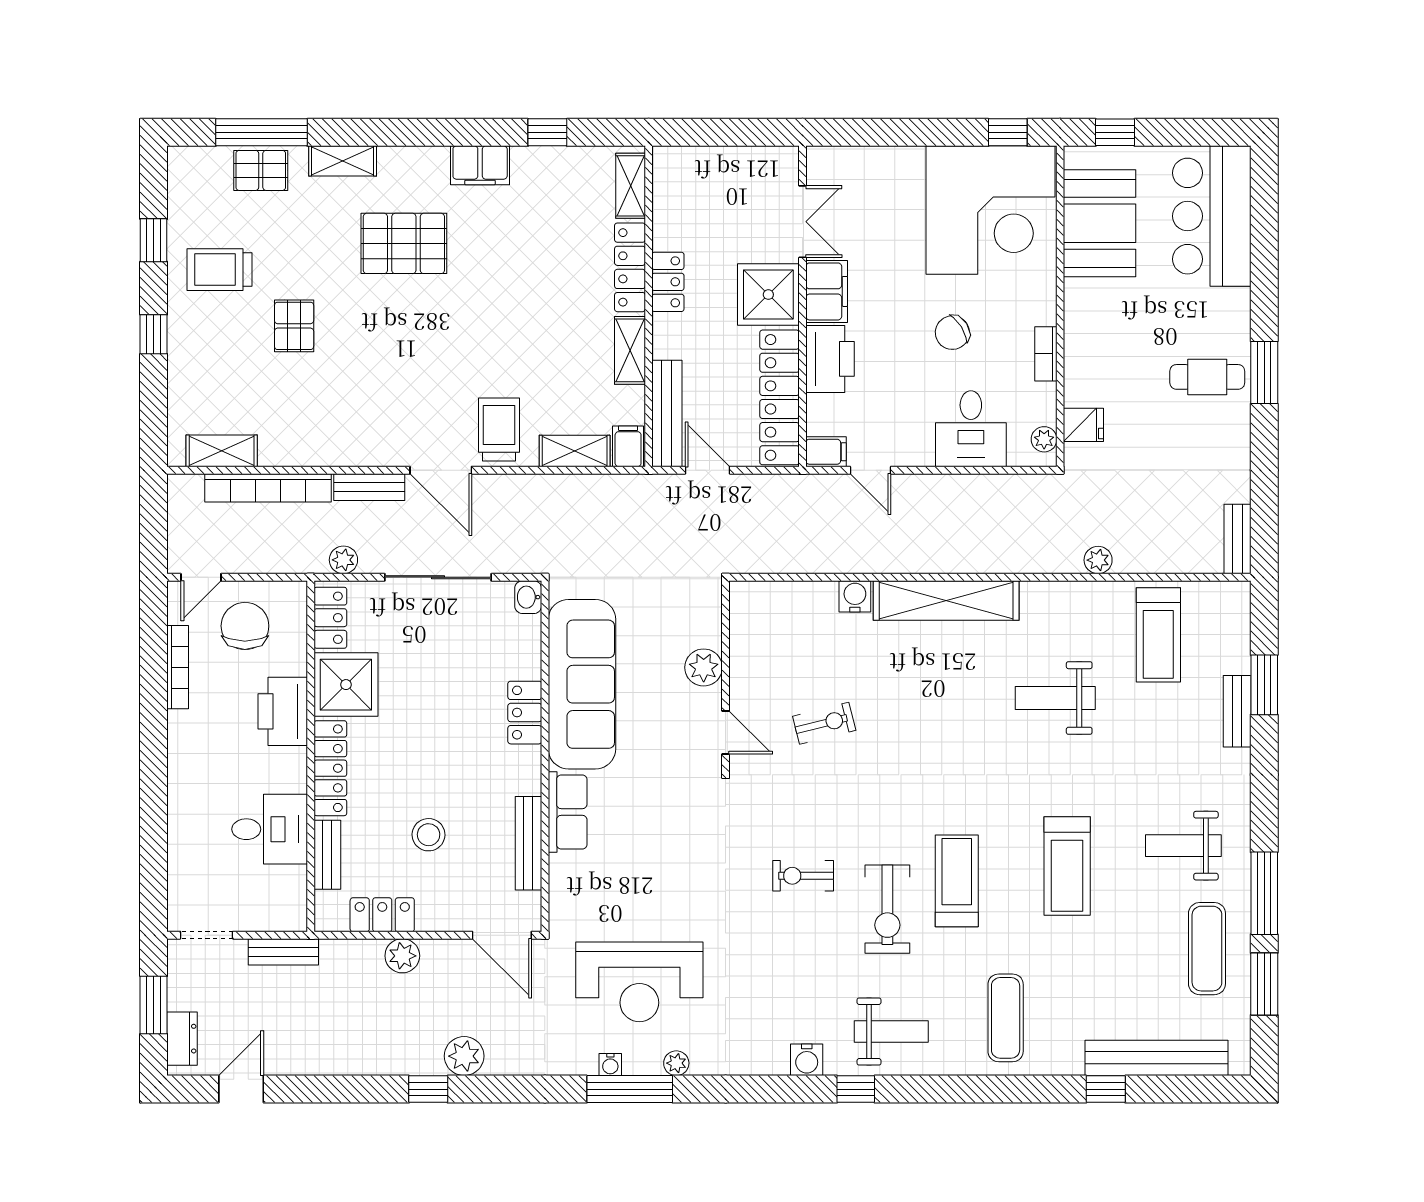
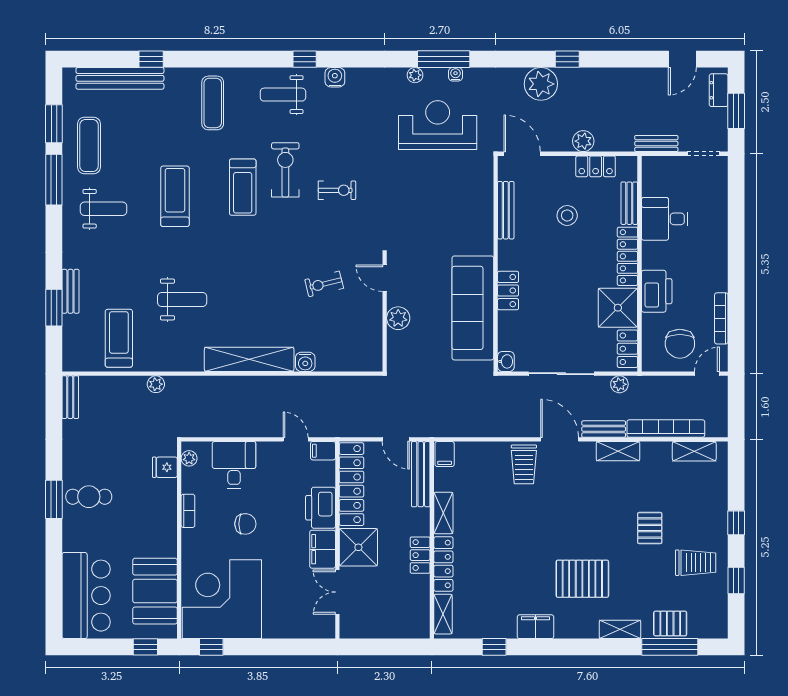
chair: (952, 333) -> (245, 524), turned 32
shelving: (575, 451) -> (618, 451), moved
row of seats: (568, 812) -> (482, 229), removed
plant: (464, 1056) -> (541, 84), width x1.36, depth x1.36

